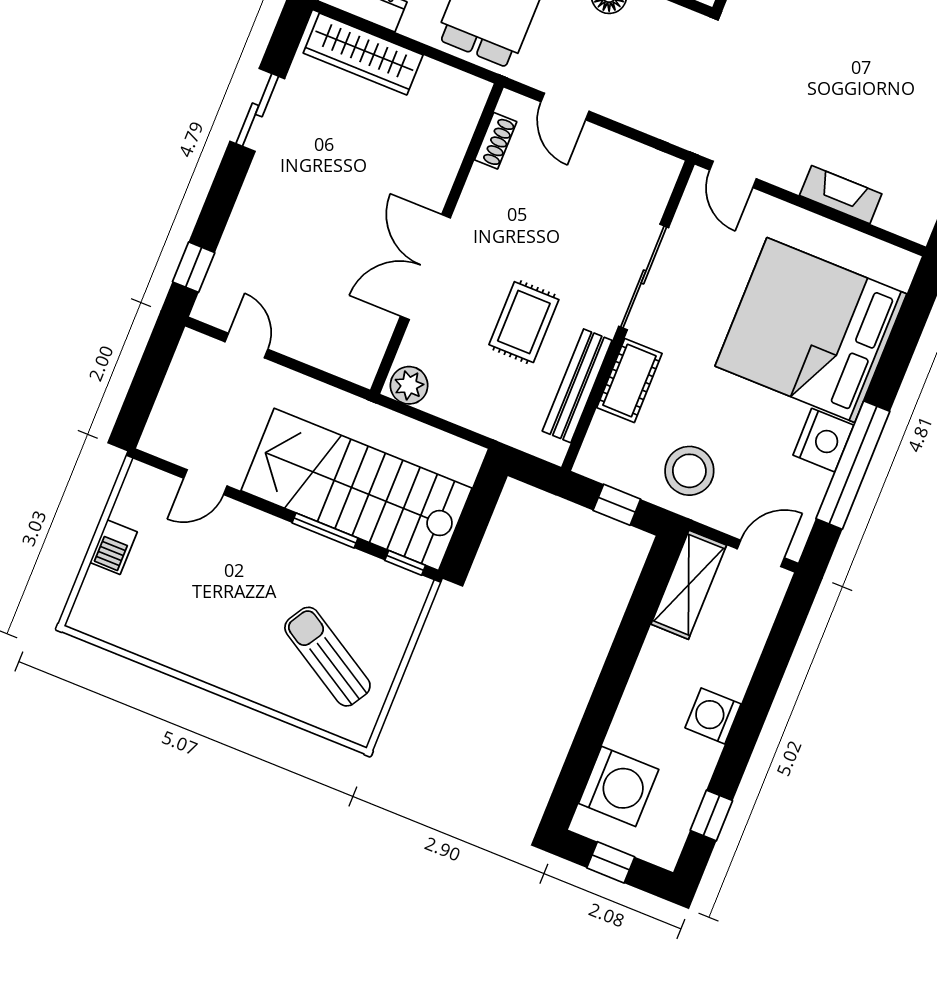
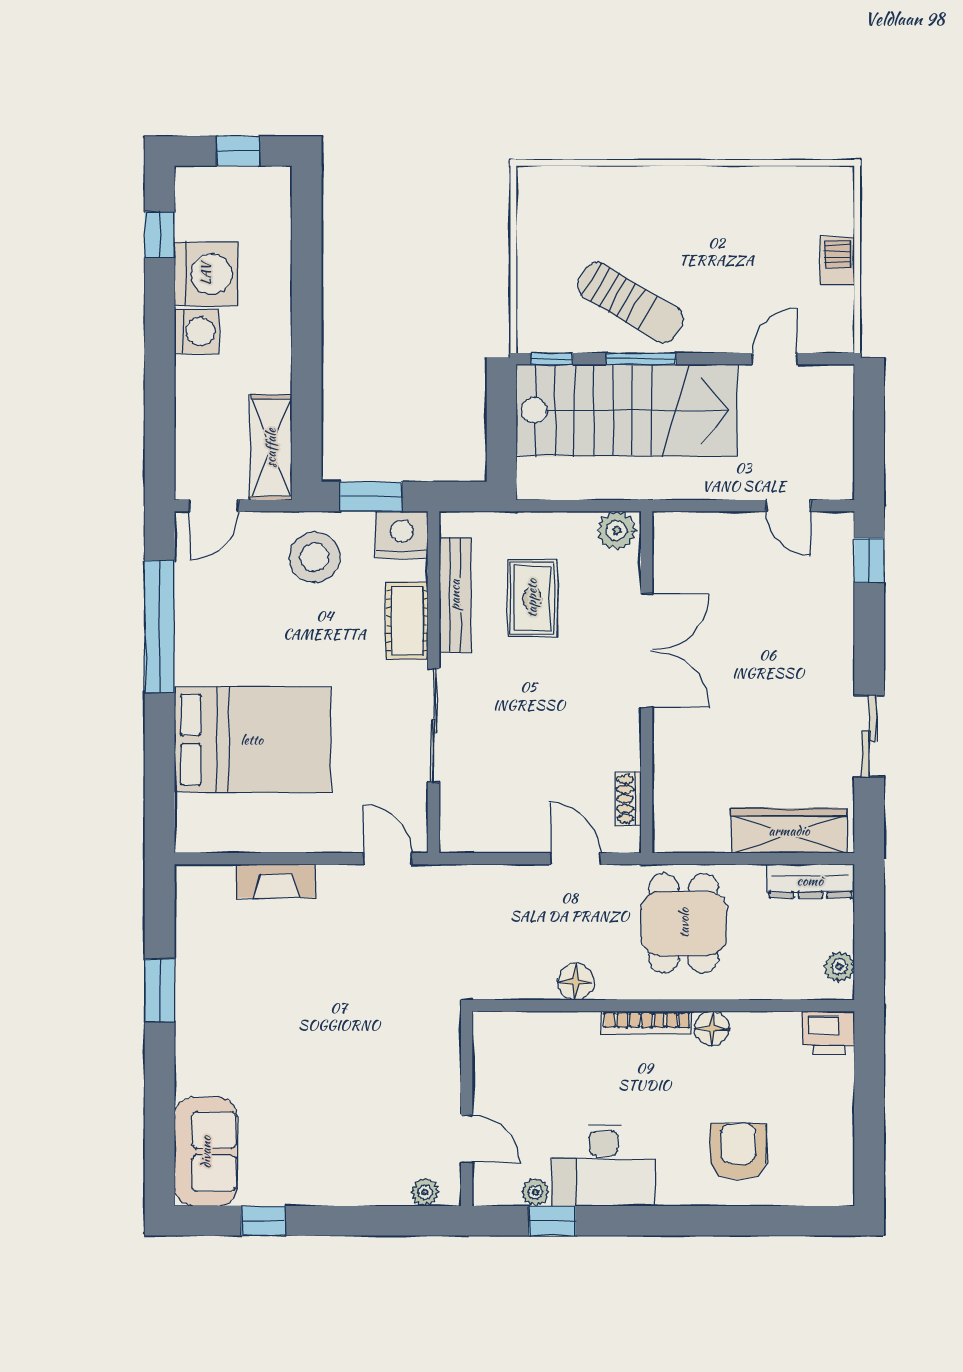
rug: (524, 322) -> (532, 598), moved
bed: (811, 330) -> (252, 740), width x0.73
nightstand: (823, 440) -> (402, 535), moved, turned 90
window: (617, 505) -> (371, 497), width x1.50
sun lounger: (327, 657) -> (630, 303), moved
washing machine: (619, 786) -> (206, 274), moved, turned 180

